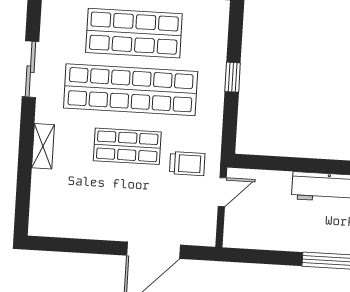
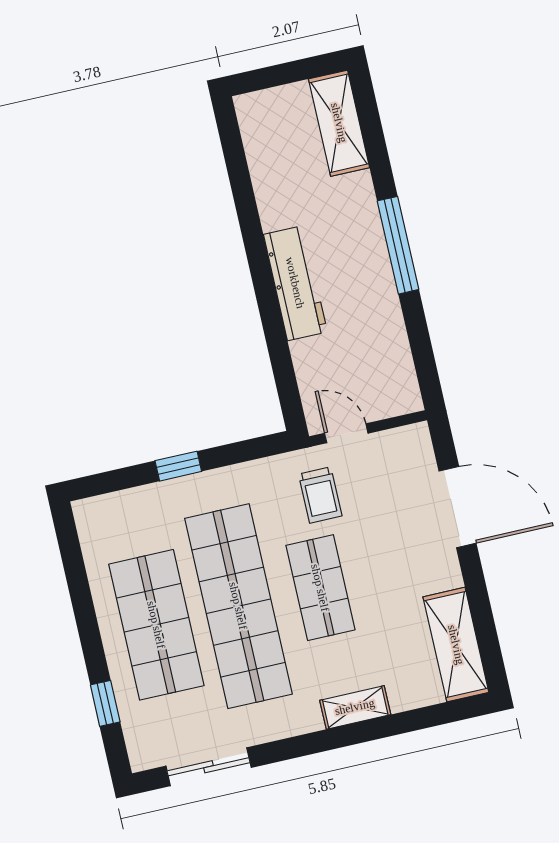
sliding door: (31, 69) -> (209, 767), moved
trolley: (187, 164) -> (320, 495), turned 180
shelving: (65, 223) -> (456, 645), added

